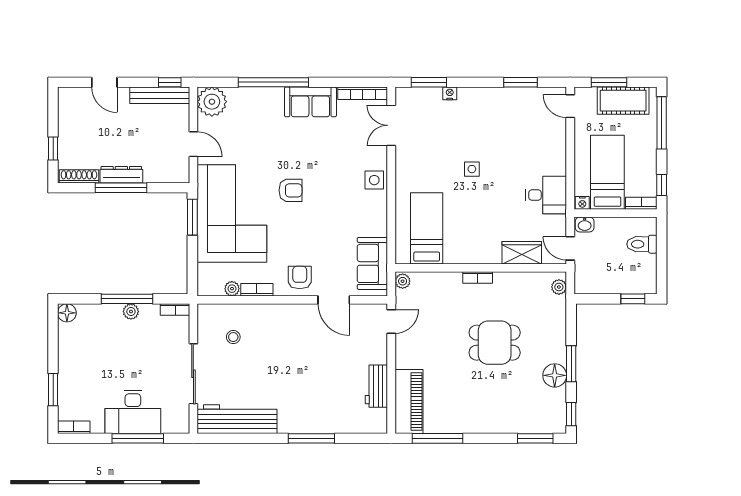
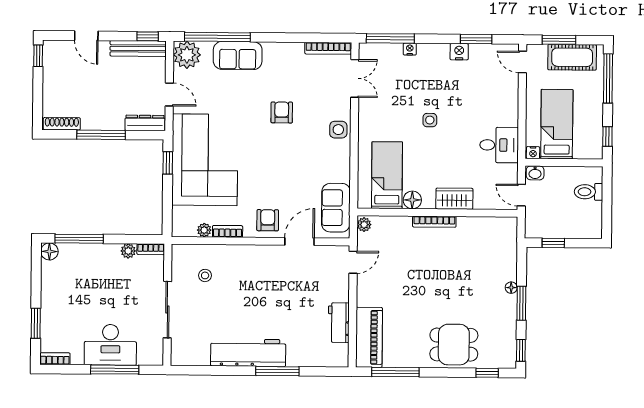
window: (273, 82) -> (217, 37), moved
window: (429, 82) -> (390, 38), width x1.44
nightstand: (503, 96) -> (459, 52), added
sofa: (310, 102) -> (238, 56), moved
double door: (391, 125) -> (355, 78), swing flipped
window: (53, 149) -> (38, 56), moved
dresser: (121, 175) -> (145, 123), moved
armchair: (290, 190) -> (282, 112), moved, turned -90
bookcase: (641, 203) -> (588, 154), removed
window: (192, 217) -> (168, 163), width x0.67
wardrobe: (522, 253) -> (454, 199), moved
floor lamp: (454, 254) -> (412, 200), added
bookcase: (478, 278) -> (434, 222), width x1.56
plant: (559, 287) -> (510, 231), removed
window: (127, 299) -> (79, 239), moved
window: (633, 299) -> (553, 243), moved
door: (334, 300) -> (300, 241), swing flipped
plant: (131, 312) -> (128, 251), moved
dining table: (495, 343) -> (454, 345), moved
floor lamp: (555, 375) -> (511, 288), moved, width x0.53, depth x0.53
workbench: (237, 419) -> (248, 353), moved
window: (535, 438) -> (487, 373), width x0.67

